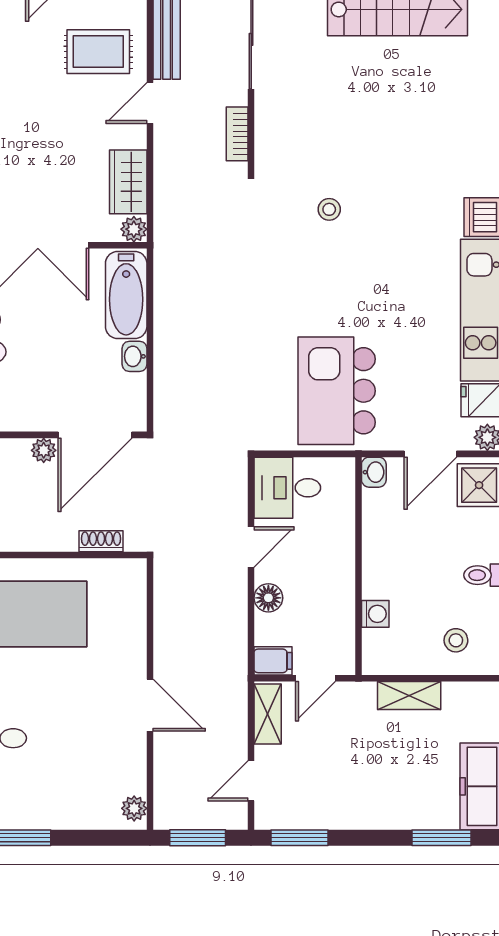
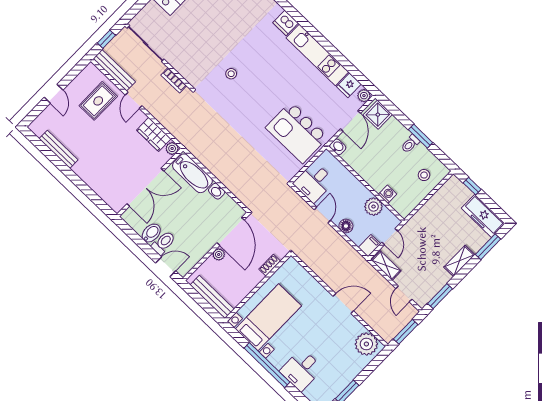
plant: (337, 611) -> (373, 207), added
shelving: (409, 696) -> (459, 261), moved
plant: (134, 808) -> (366, 344), width x1.87, depth x1.87

